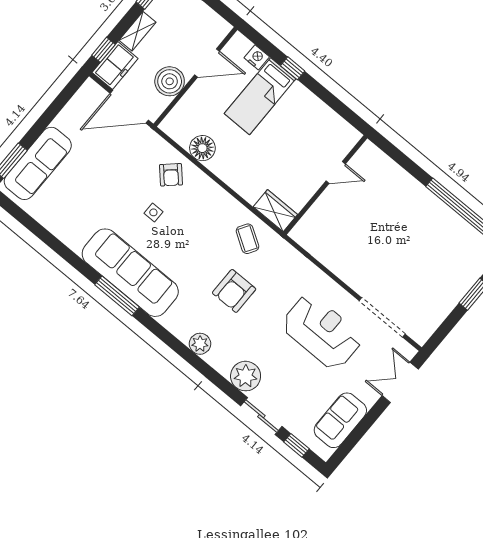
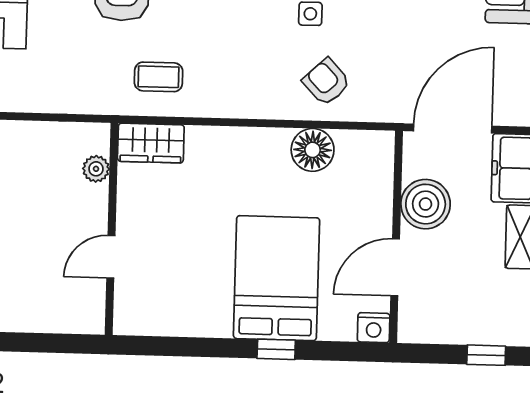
nightstand: (257, 57) -> (374, 328), moved
bed: (260, 96) -> (277, 278), width x1.50
plant: (310, 219) -> (96, 169), added
coffee table: (247, 239) -> (159, 77), turned -32

